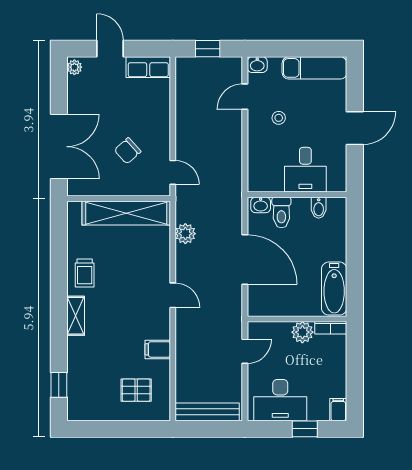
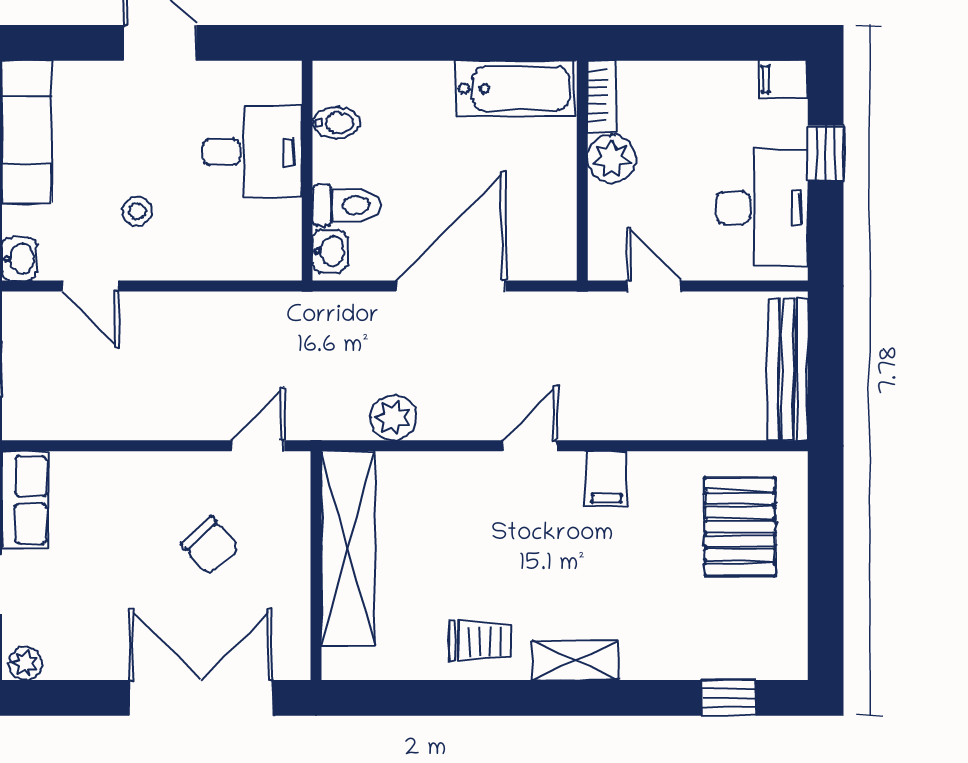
filing cabinet: (158, 349) -> (606, 479), moved
pallet: (136, 390) -> (740, 527), width x1.50, depth x1.42

